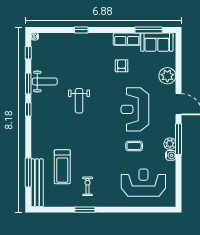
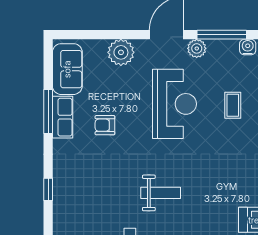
window: (149, 30) -> (48, 111), moved
reception desk: (135, 109) -> (174, 104), turned -90
plant: (170, 144) -> (197, 48), moved

